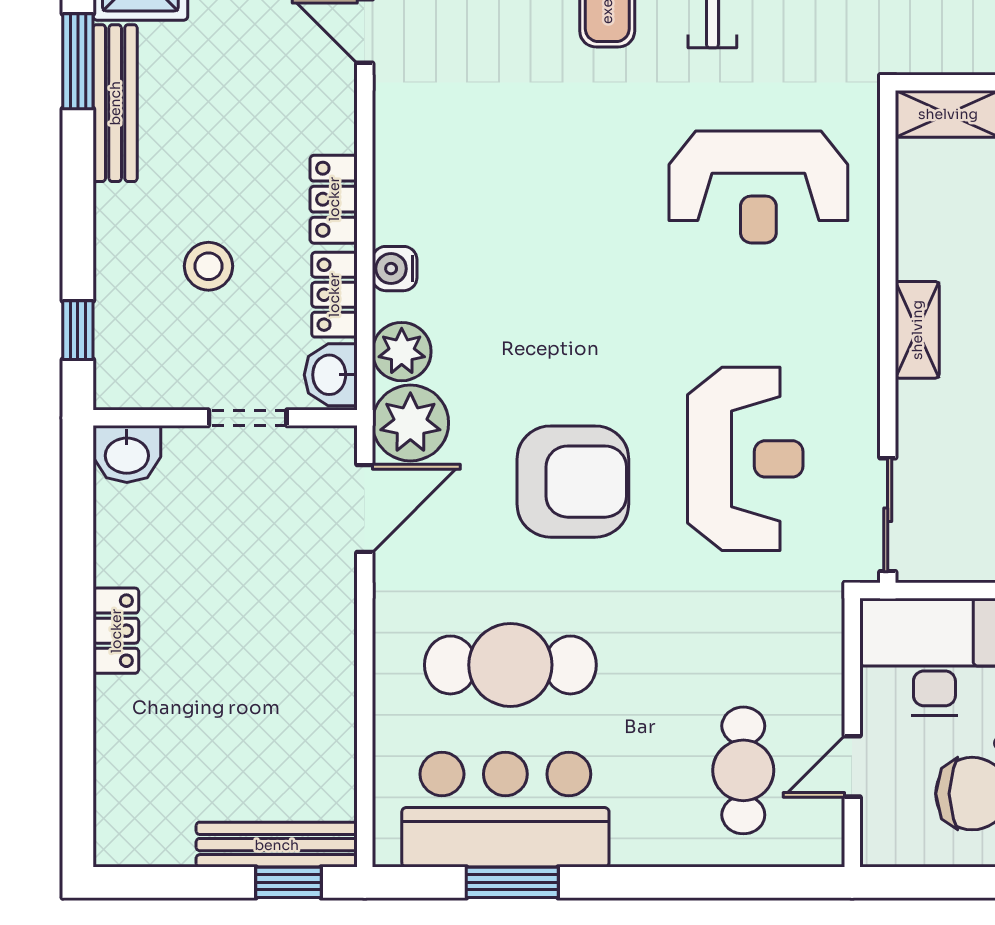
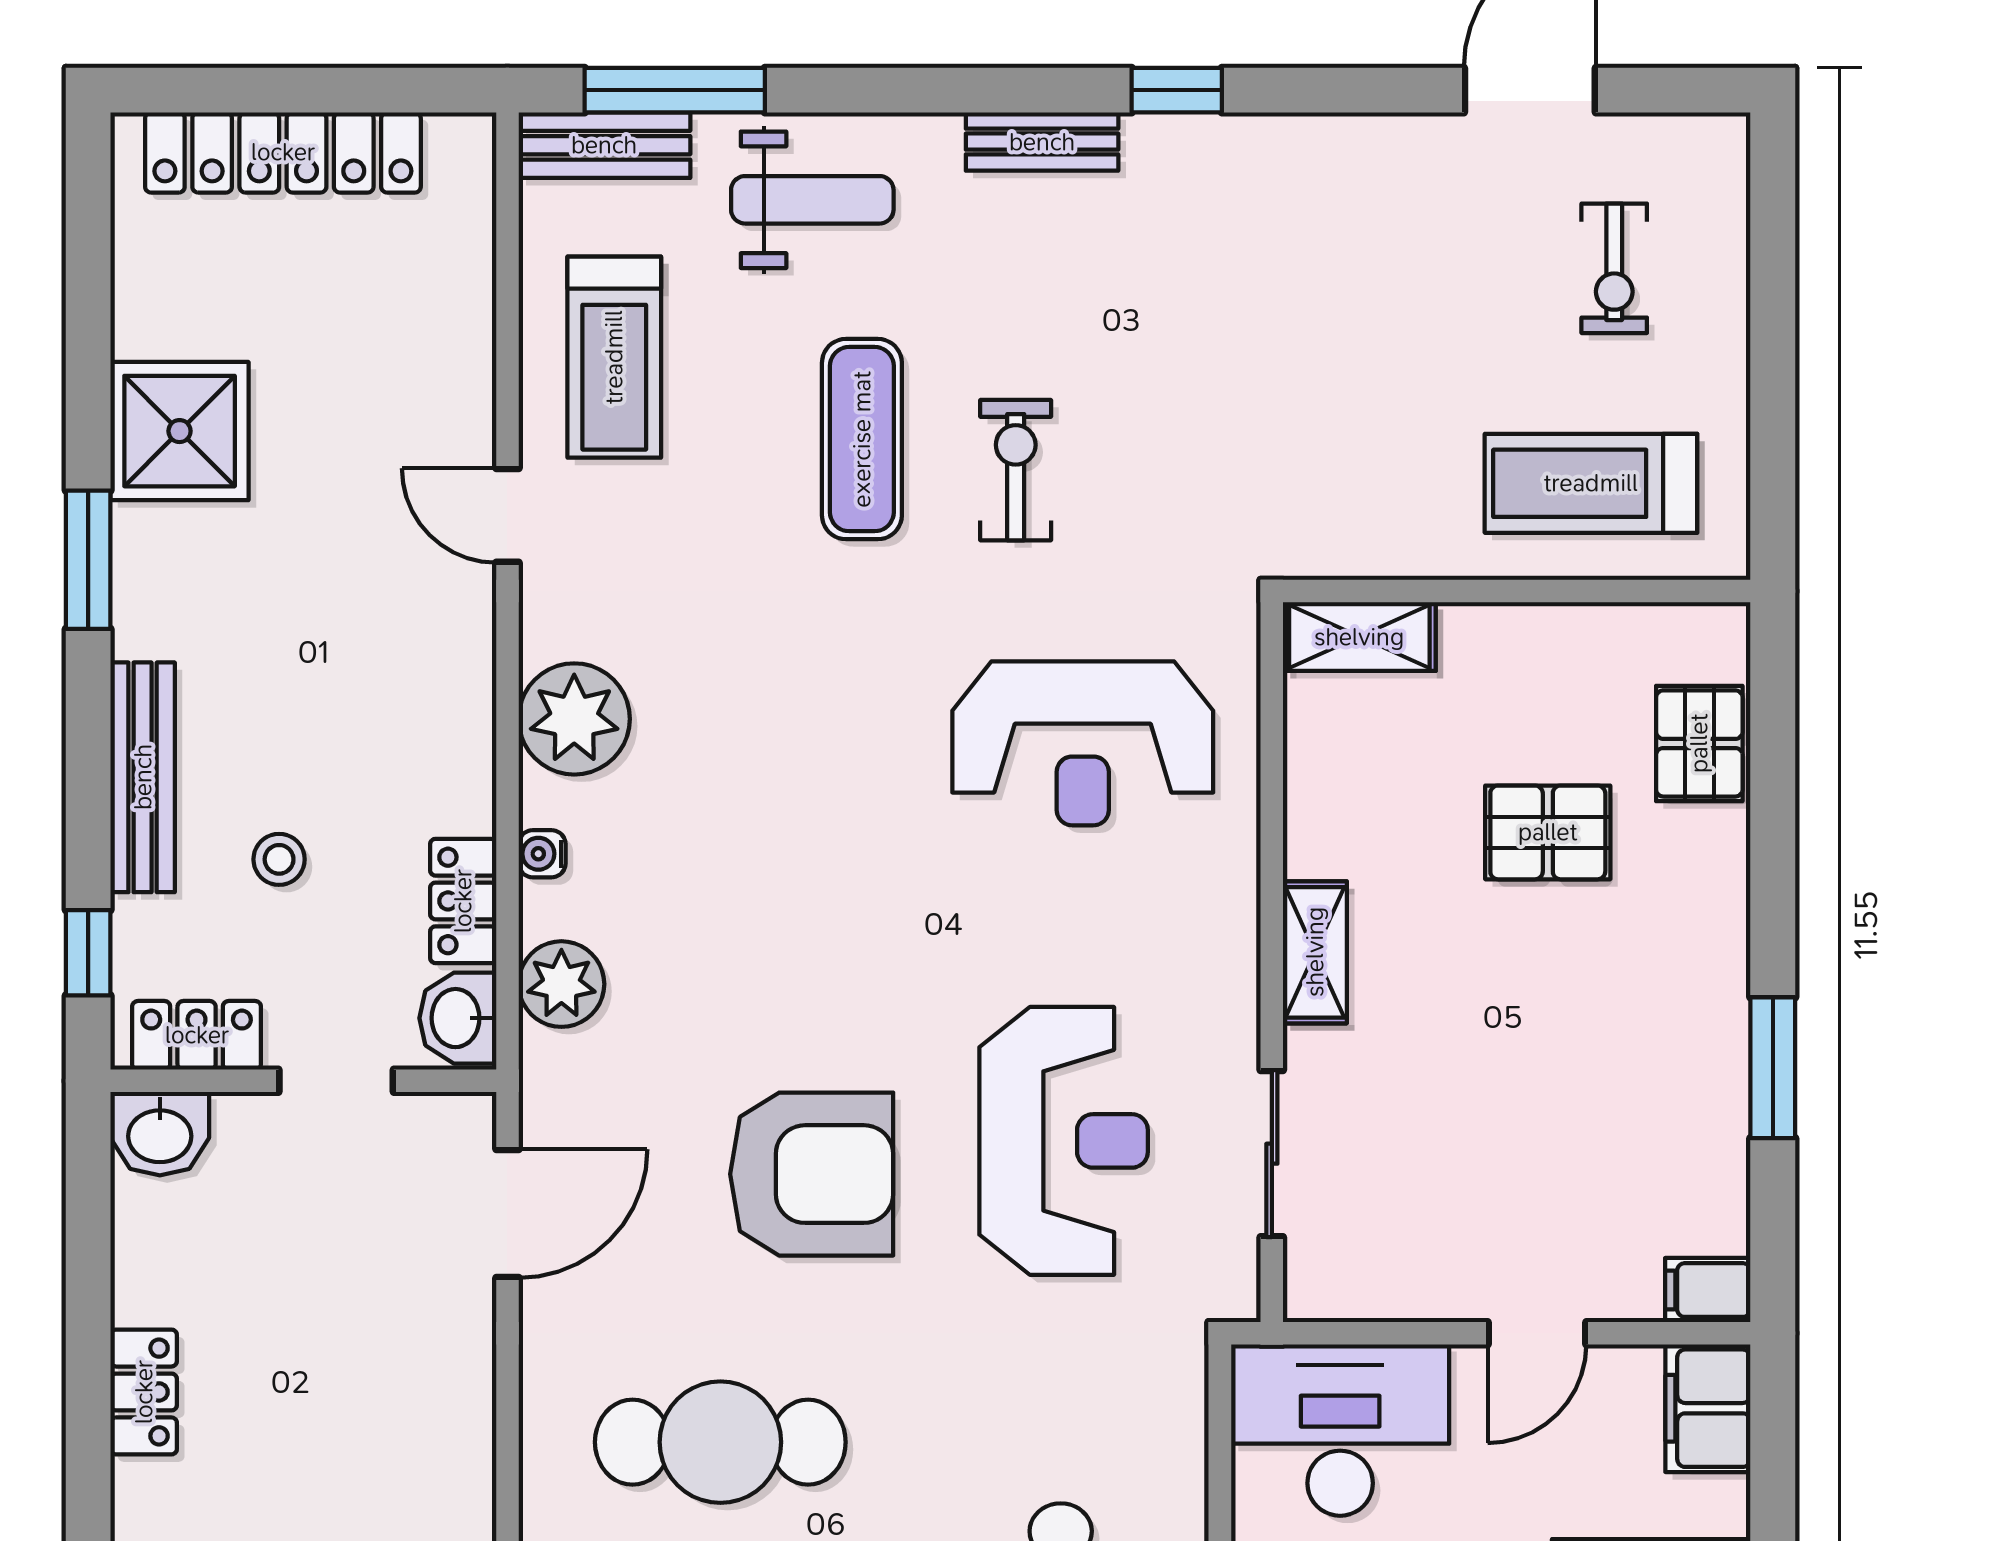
bench: (115, 103) -> (143, 777), moved
locker: (334, 199) -> (197, 1035), moved, turned 90
stool: (209, 266) -> (279, 859), width x0.73, depth x0.73
water cooler: (395, 269) -> (542, 854), width x0.72, depth x0.72
plant: (410, 423) -> (574, 719), moved
sliding door: (888, 515) -> (1272, 1154), moved

